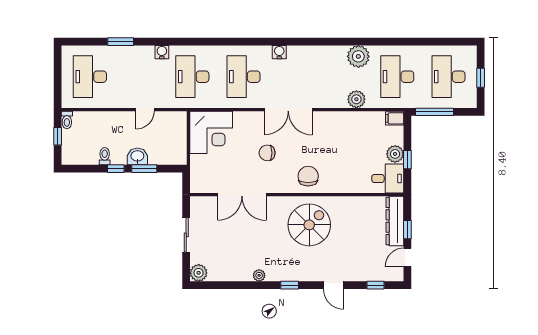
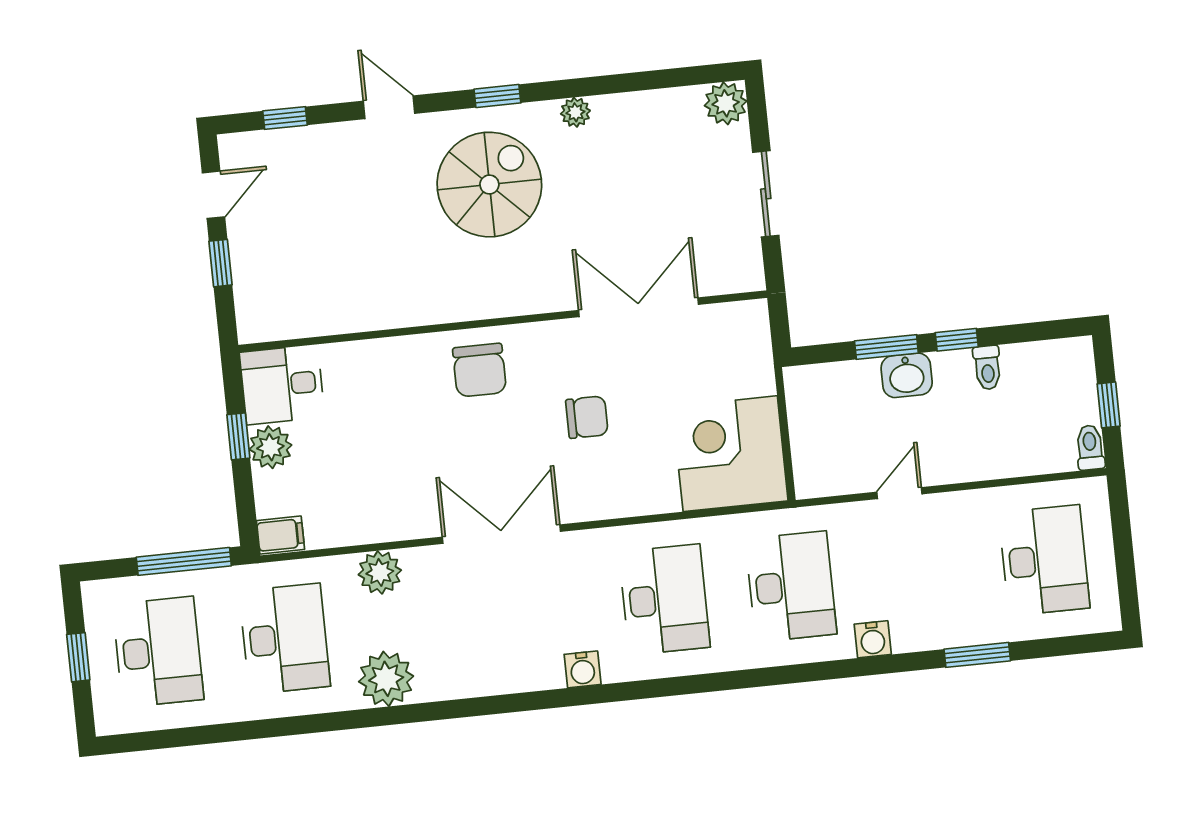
double door: (288, 110) -> (501, 534), moved
dresser: (395, 221) -> (254, 281), removed
spiral stairs: (309, 225) -> (489, 185), moved, turned 180

